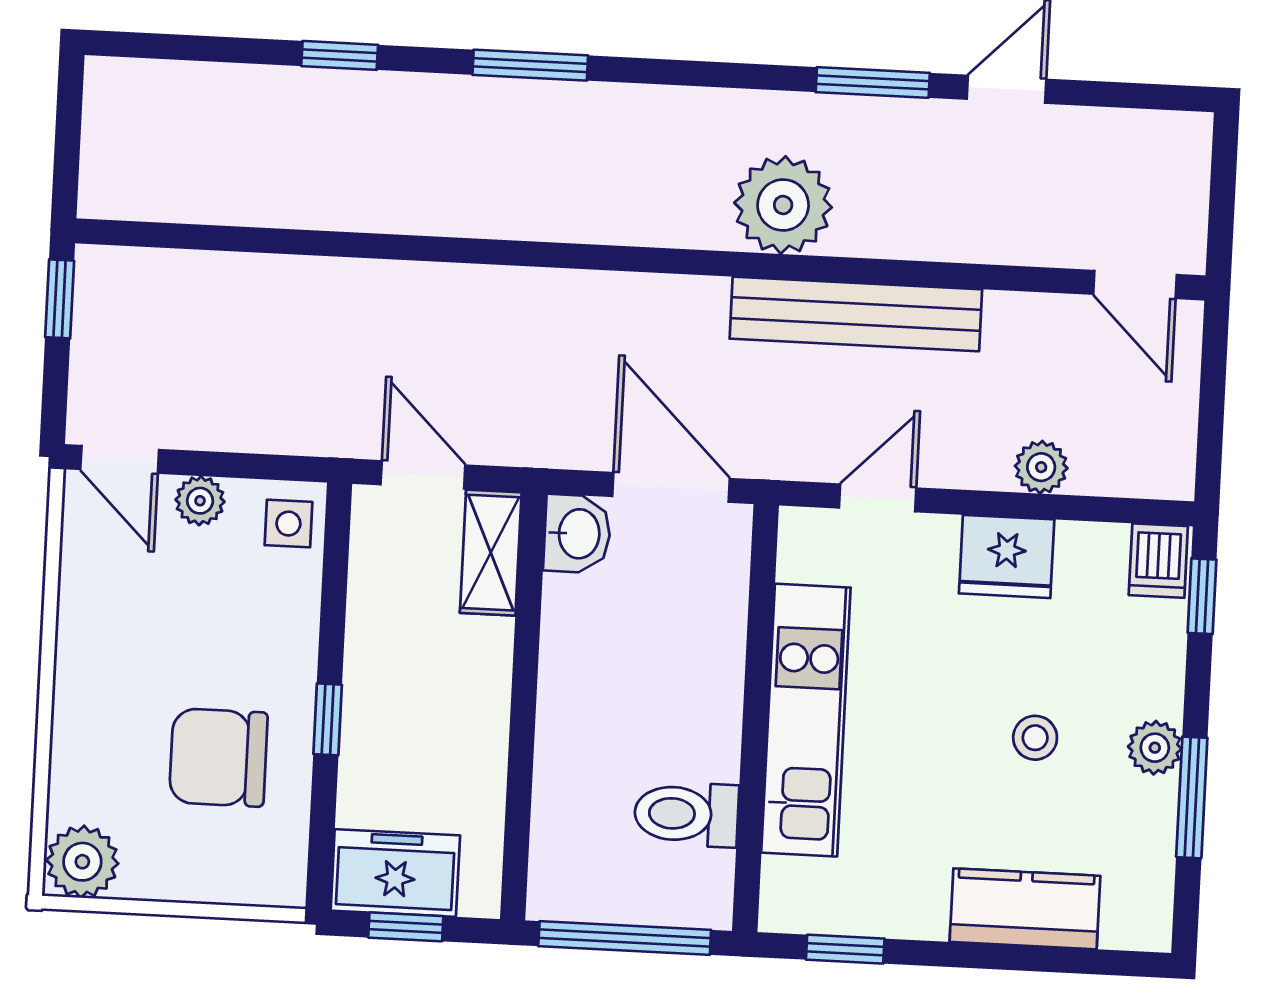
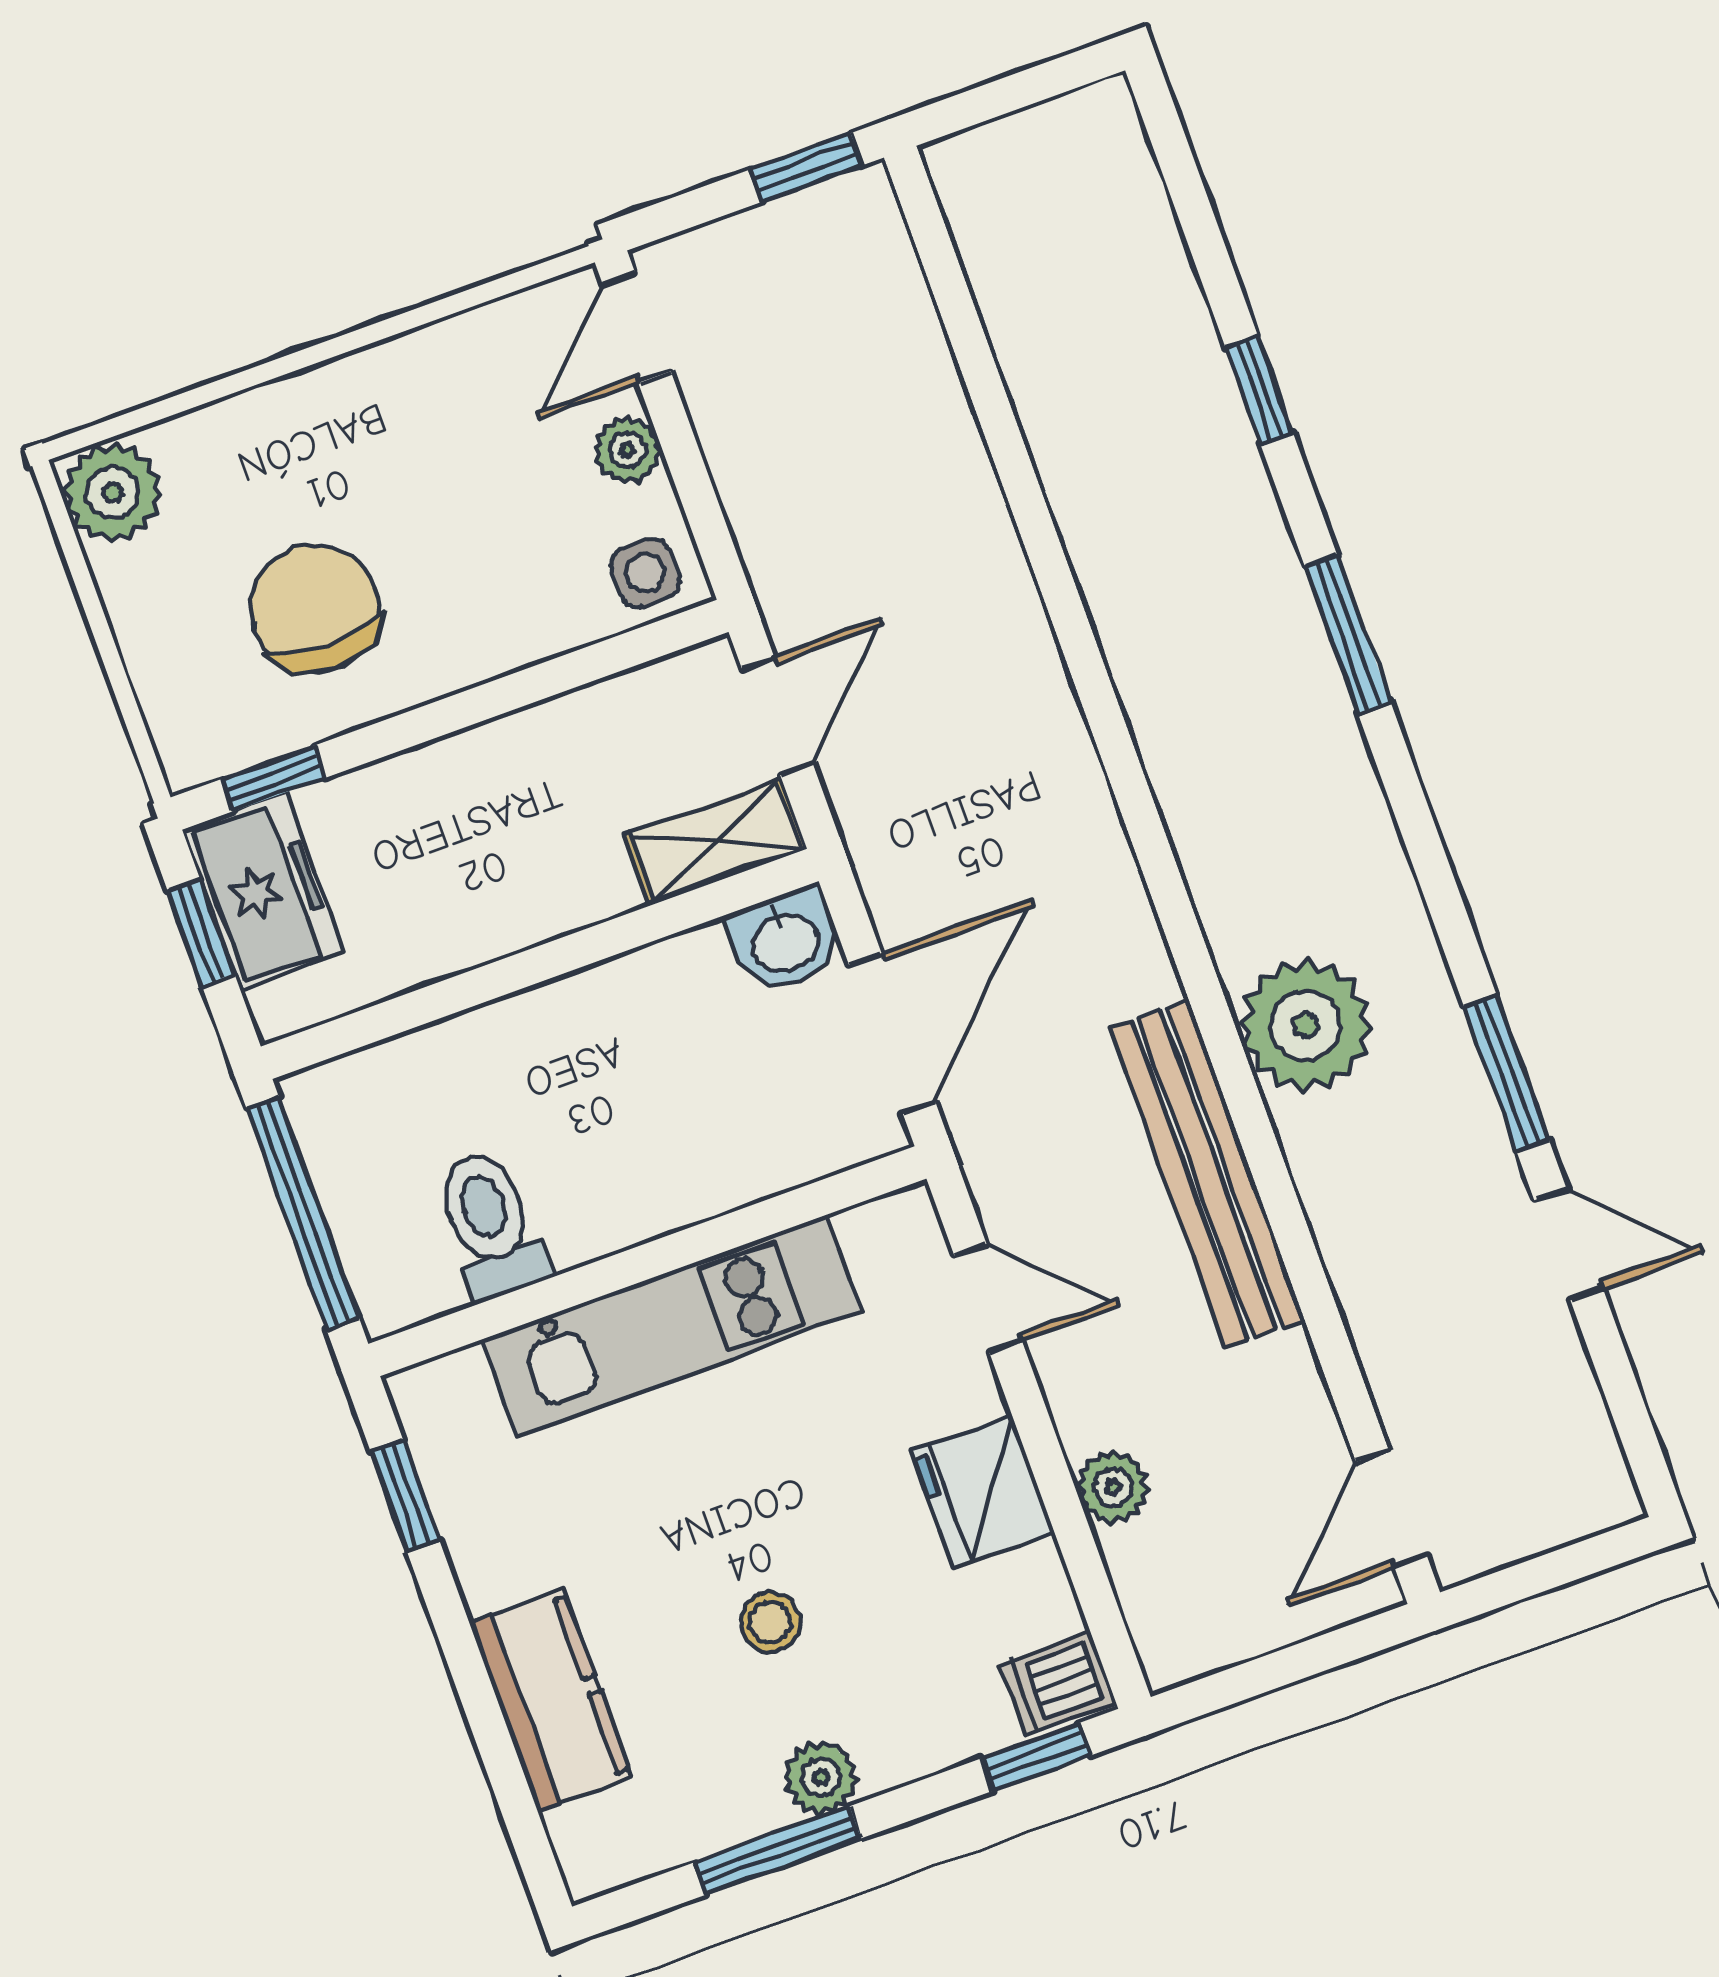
window: (328, 719) -> (273, 779), moved

